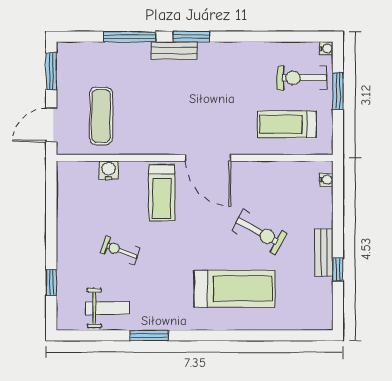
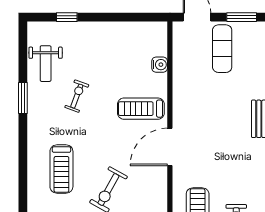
exercise mat: (101, 116) -> (222, 49), moved, turned 90
exercise bike: (120, 251) -> (77, 96), moved
treadmill: (235, 289) -> (61, 169), width x0.73, depth x0.73

